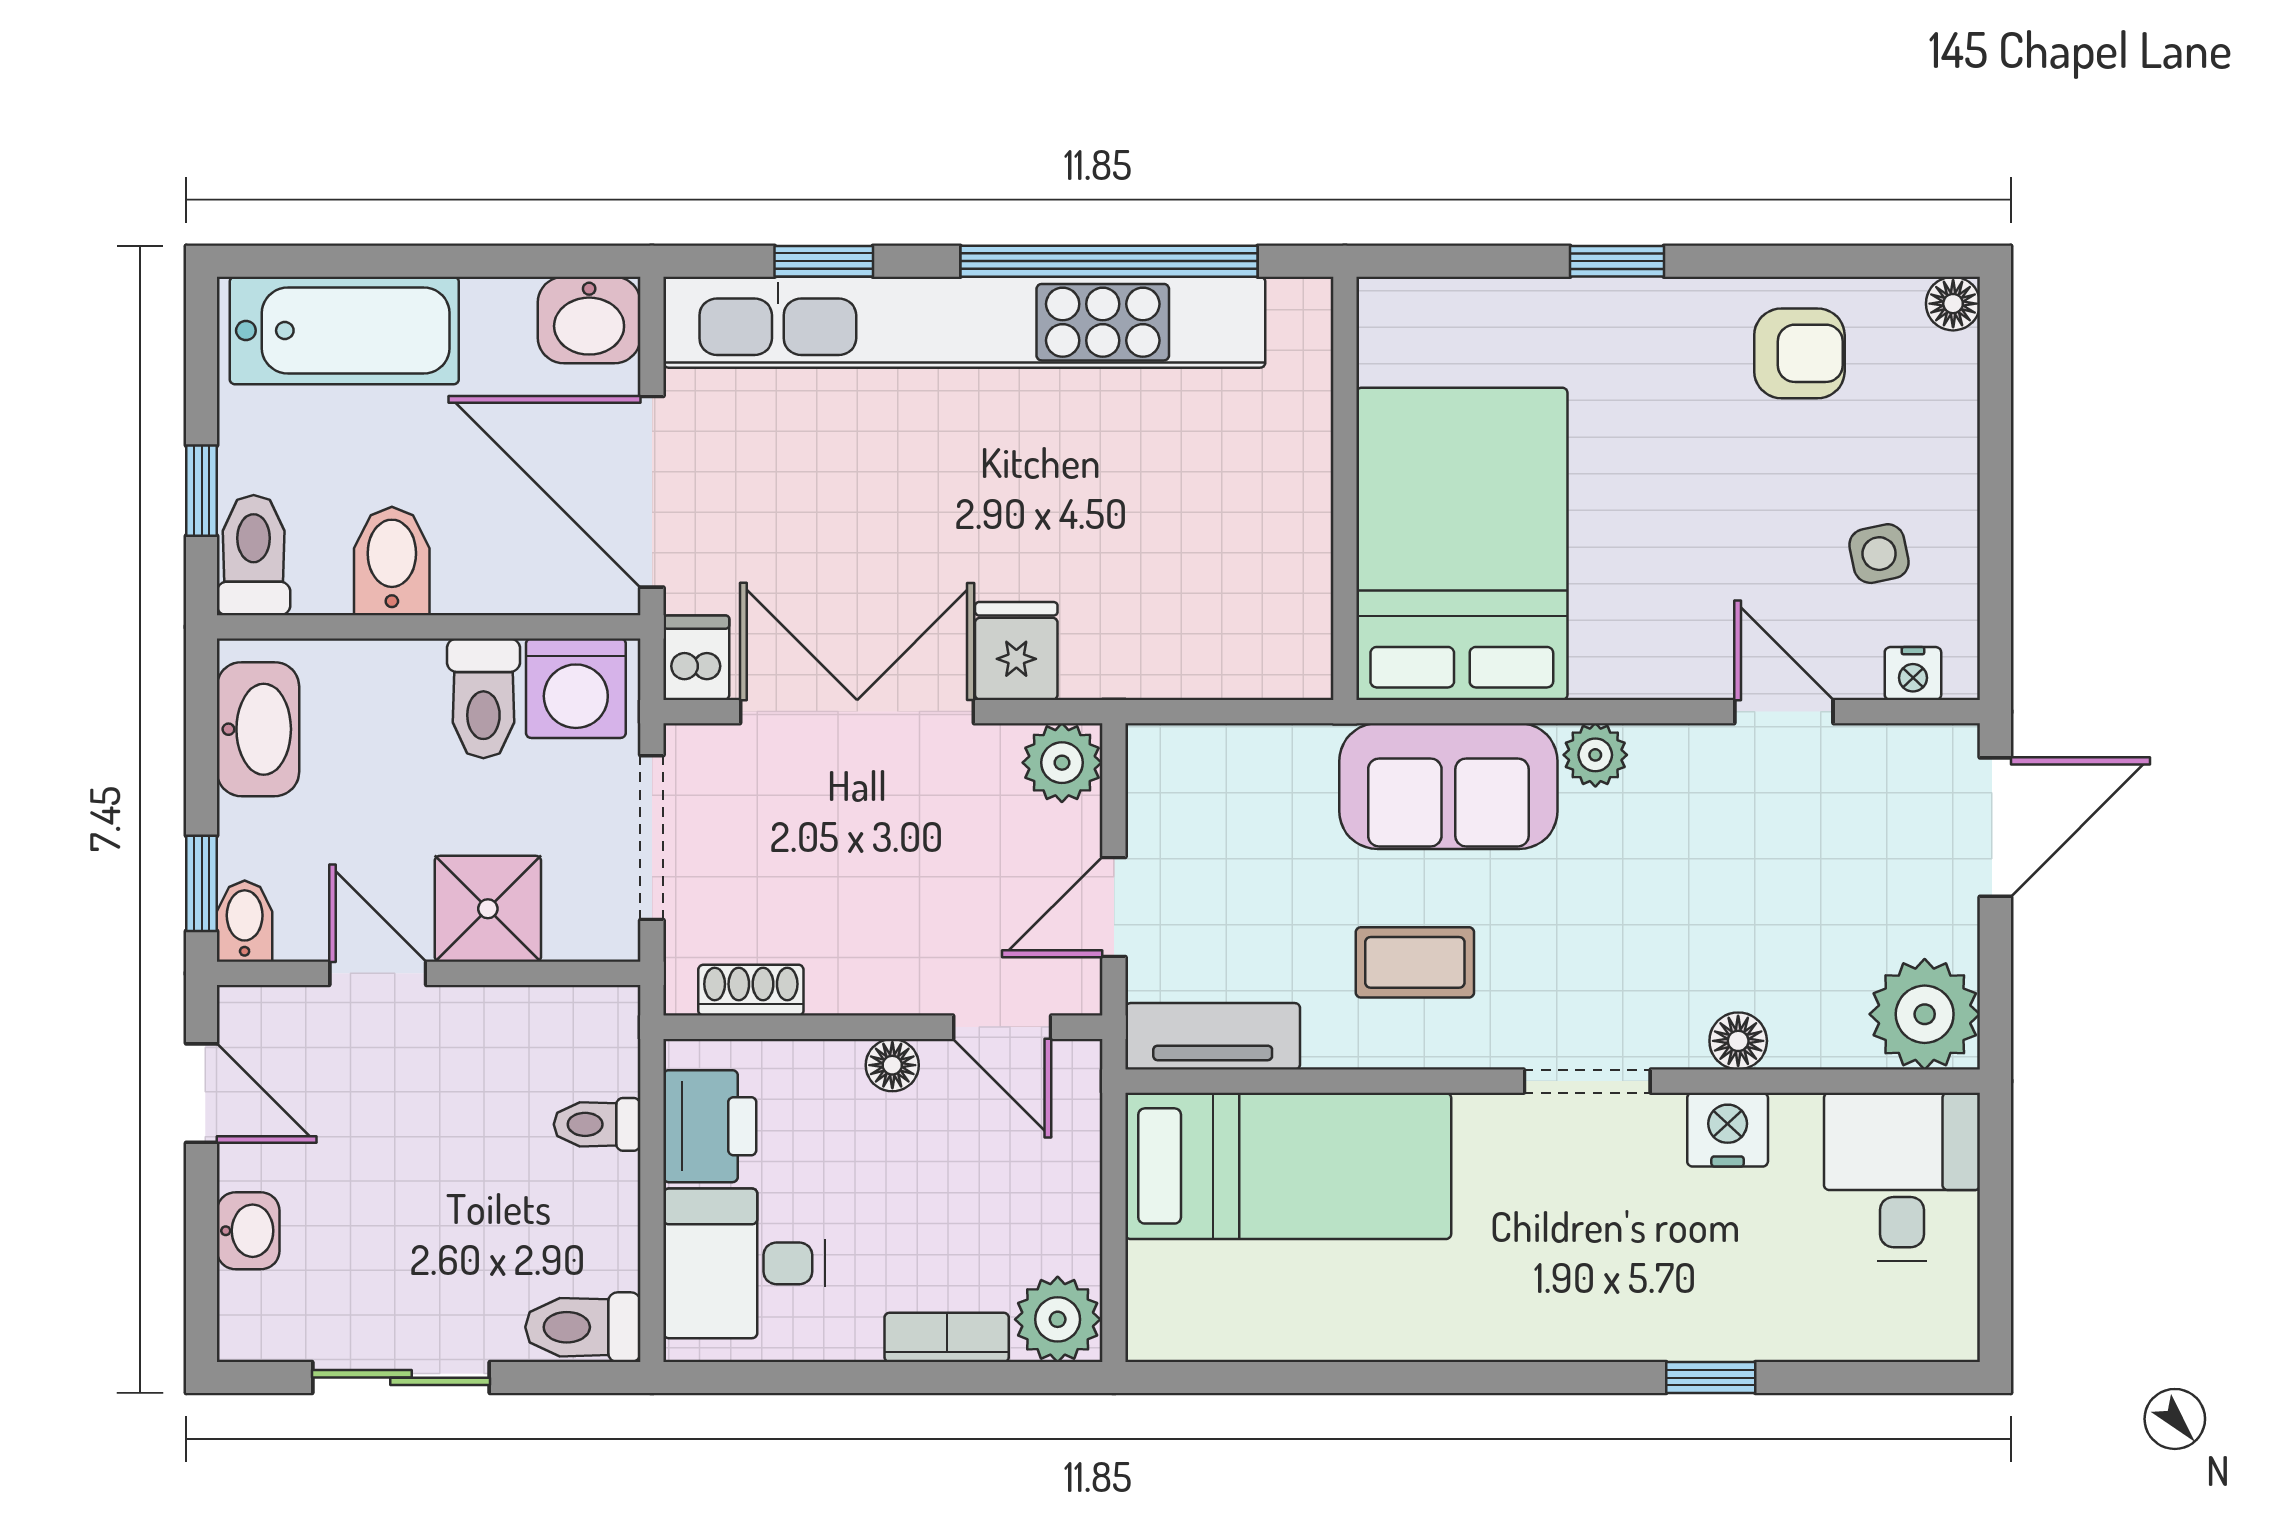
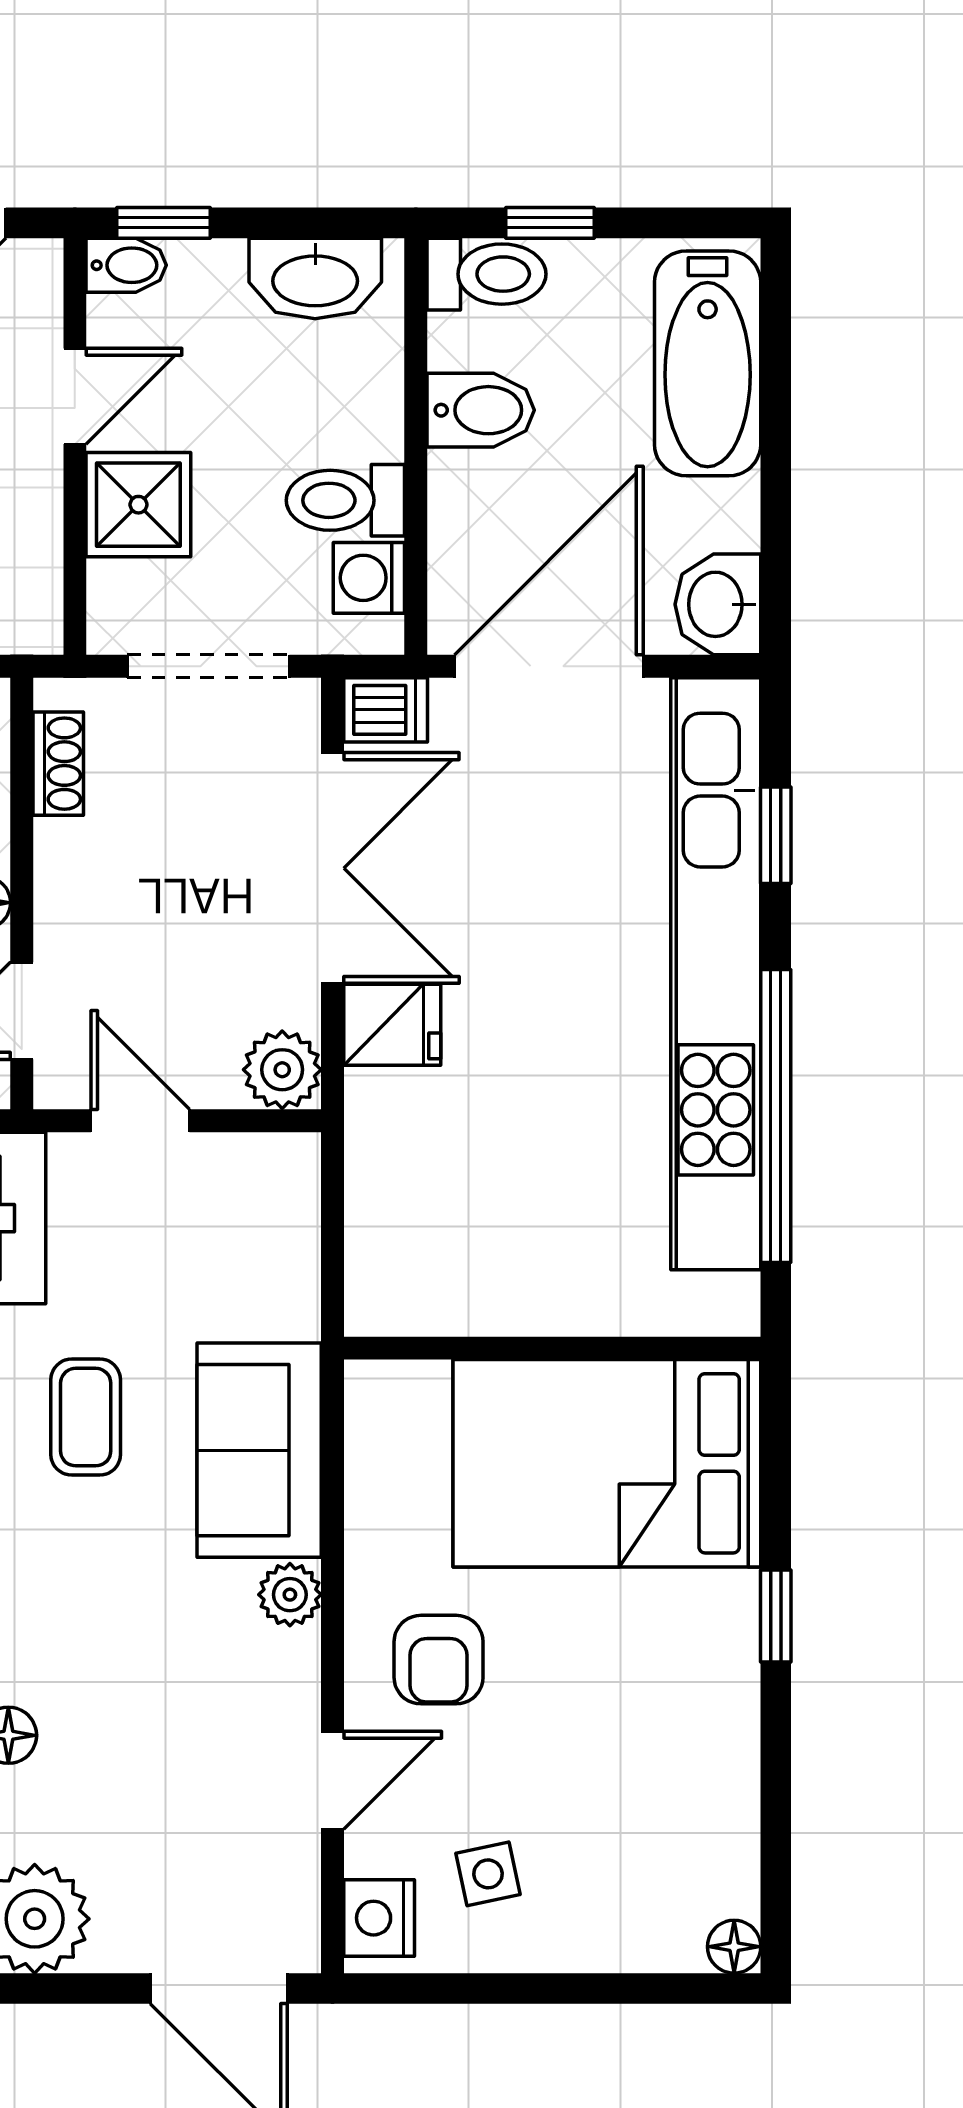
armchair: (1799, 353) -> (439, 1660), moved
bed: (1462, 544) -> (607, 1463), moved, turned 180
nightstand: (1913, 674) -> (379, 1918), width x1.39, depth x1.35
washing machine: (576, 688) -> (369, 578), width x0.73, depth x0.73

